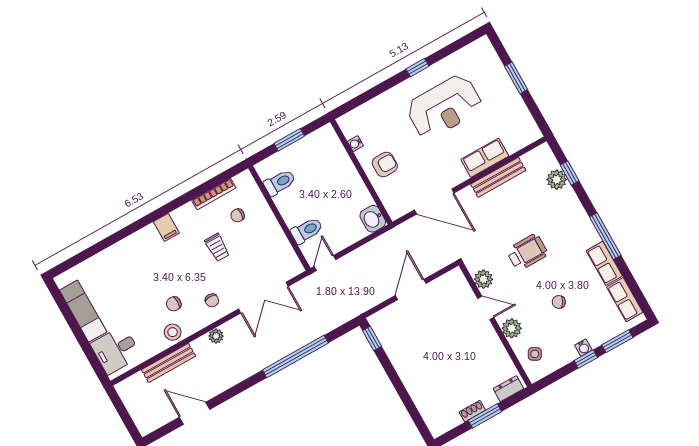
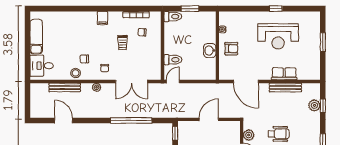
toilet: (280, 183) -> (173, 17), moved
washbasin: (373, 219) -> (210, 50), moved

